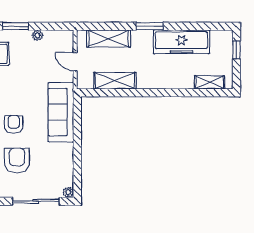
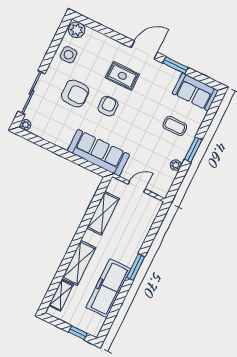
shelving: (109, 39) -> (79, 263), moved
armchair: (14, 124) -> (108, 106), turned -90

